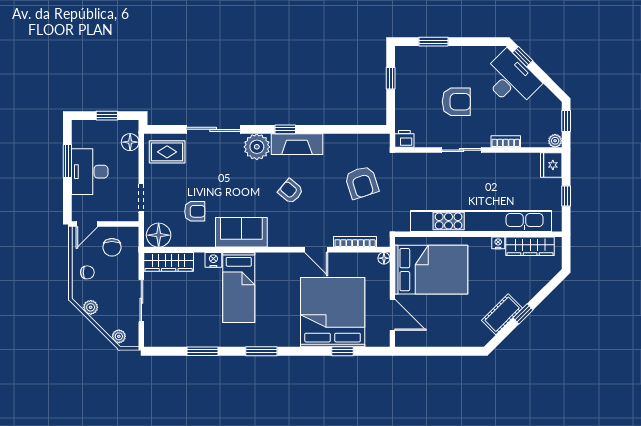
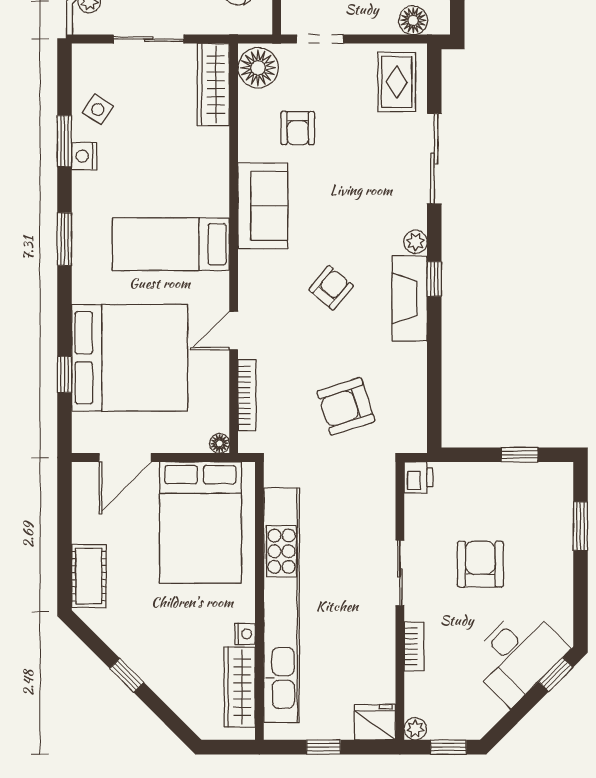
armchair: (456, 102) -> (480, 564), turned 180
plant: (257, 147) -> (415, 242), width x0.53, depth x0.53
nightstand: (213, 260) -> (84, 156), moved, turned 180
bed: (239, 287) -> (171, 244), moved
cot: (502, 314) -> (89, 576), moved, turned 45
side table: (184, 331) -> (98, 109), added

